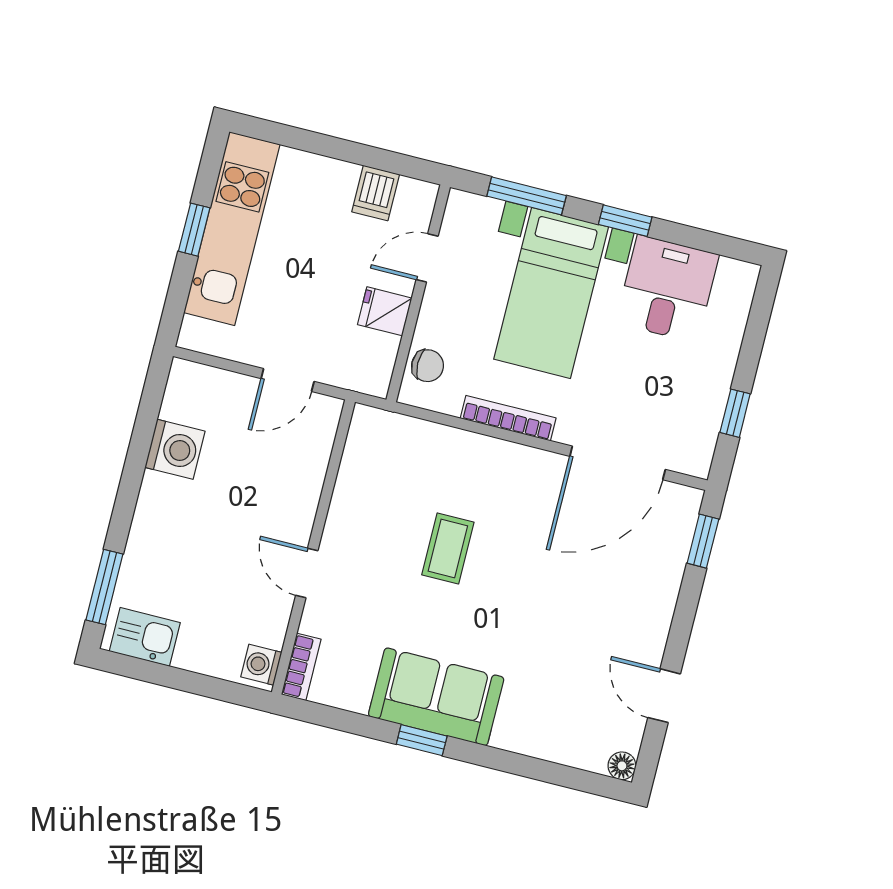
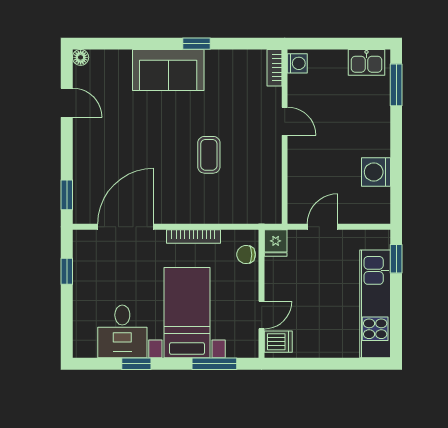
dishwasher: (376, 193) -> (278, 342), moved, turned 90
window: (625, 221) -> (136, 364), moved
window: (194, 230) -> (396, 259), moved
fridge: (385, 311) -> (276, 243), moved, turned 90
sofa: (436, 697) -> (168, 70), moved

